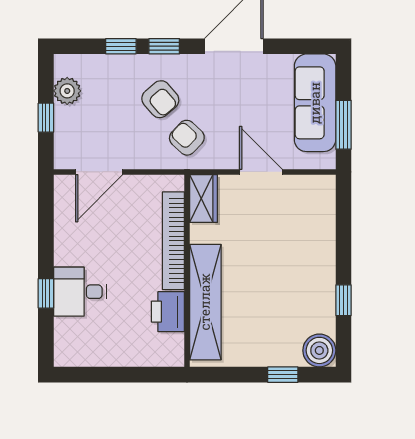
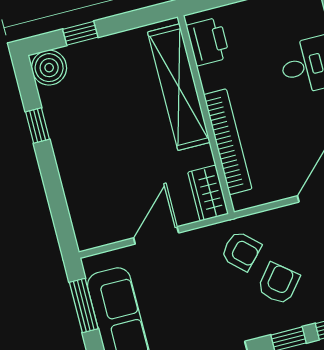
armchair: (160, 99) -> (278, 283), turned 80
door: (261, 172) -> (156, 235), swing flipped
printer: (168, 312) -> (208, 41), moved

